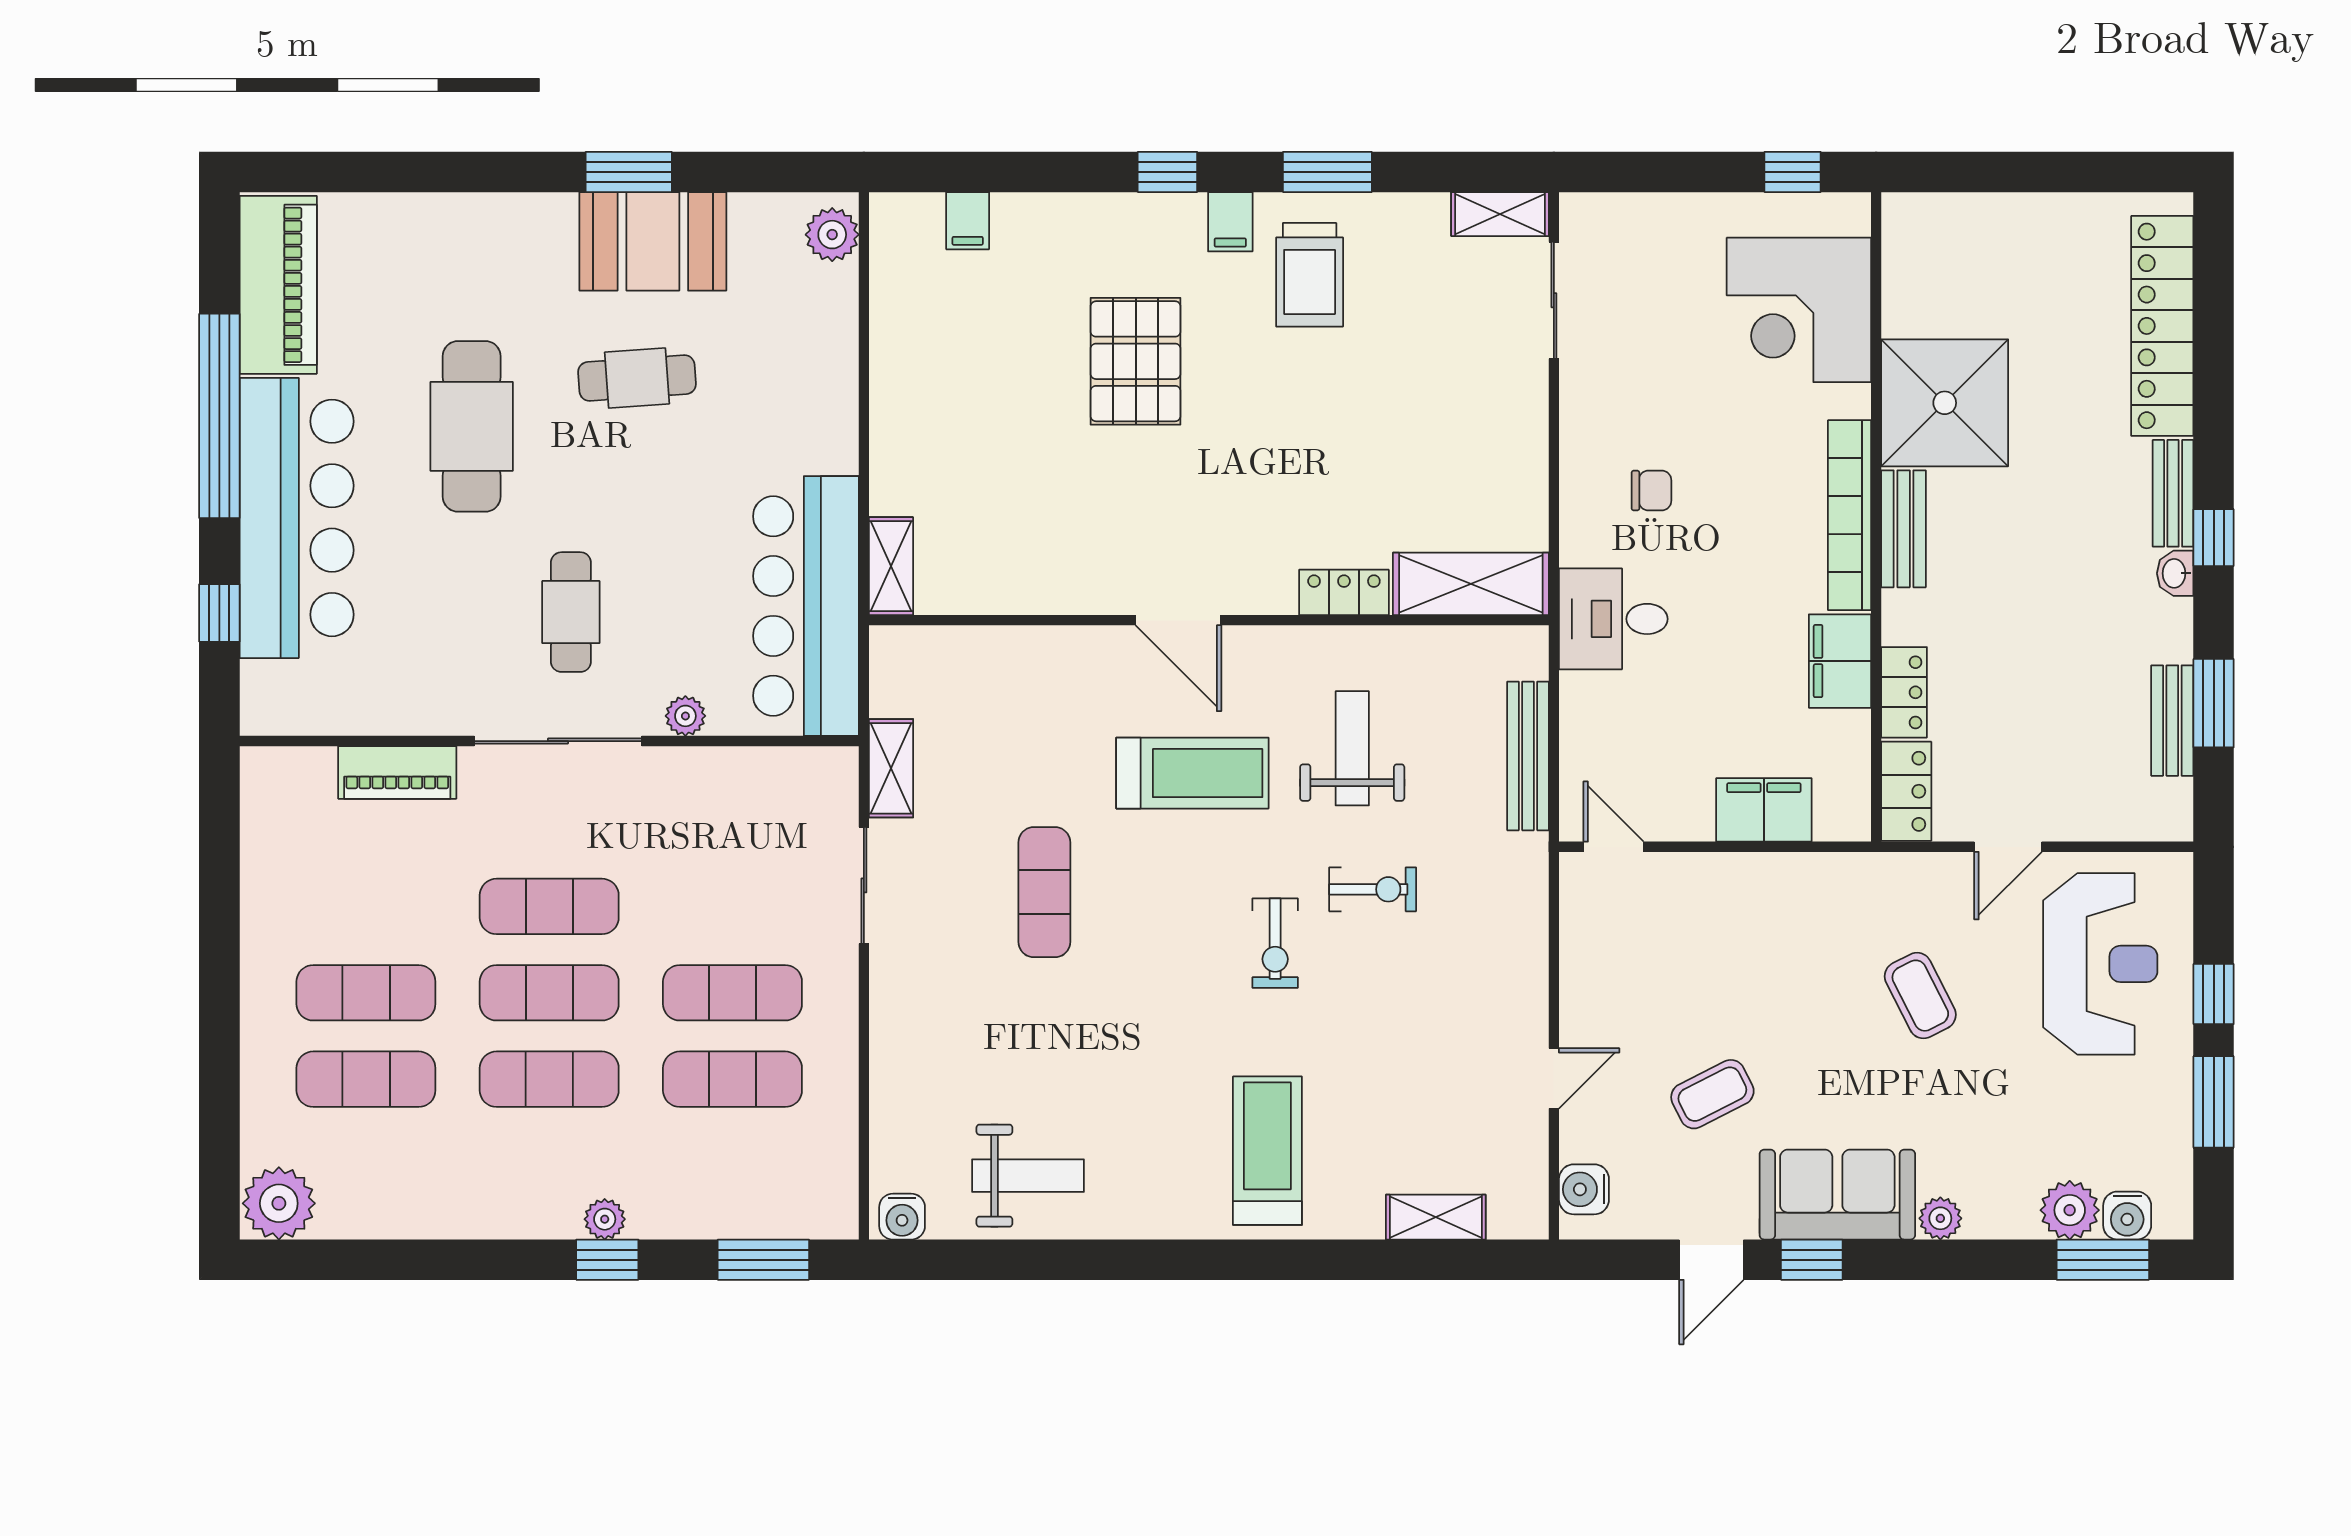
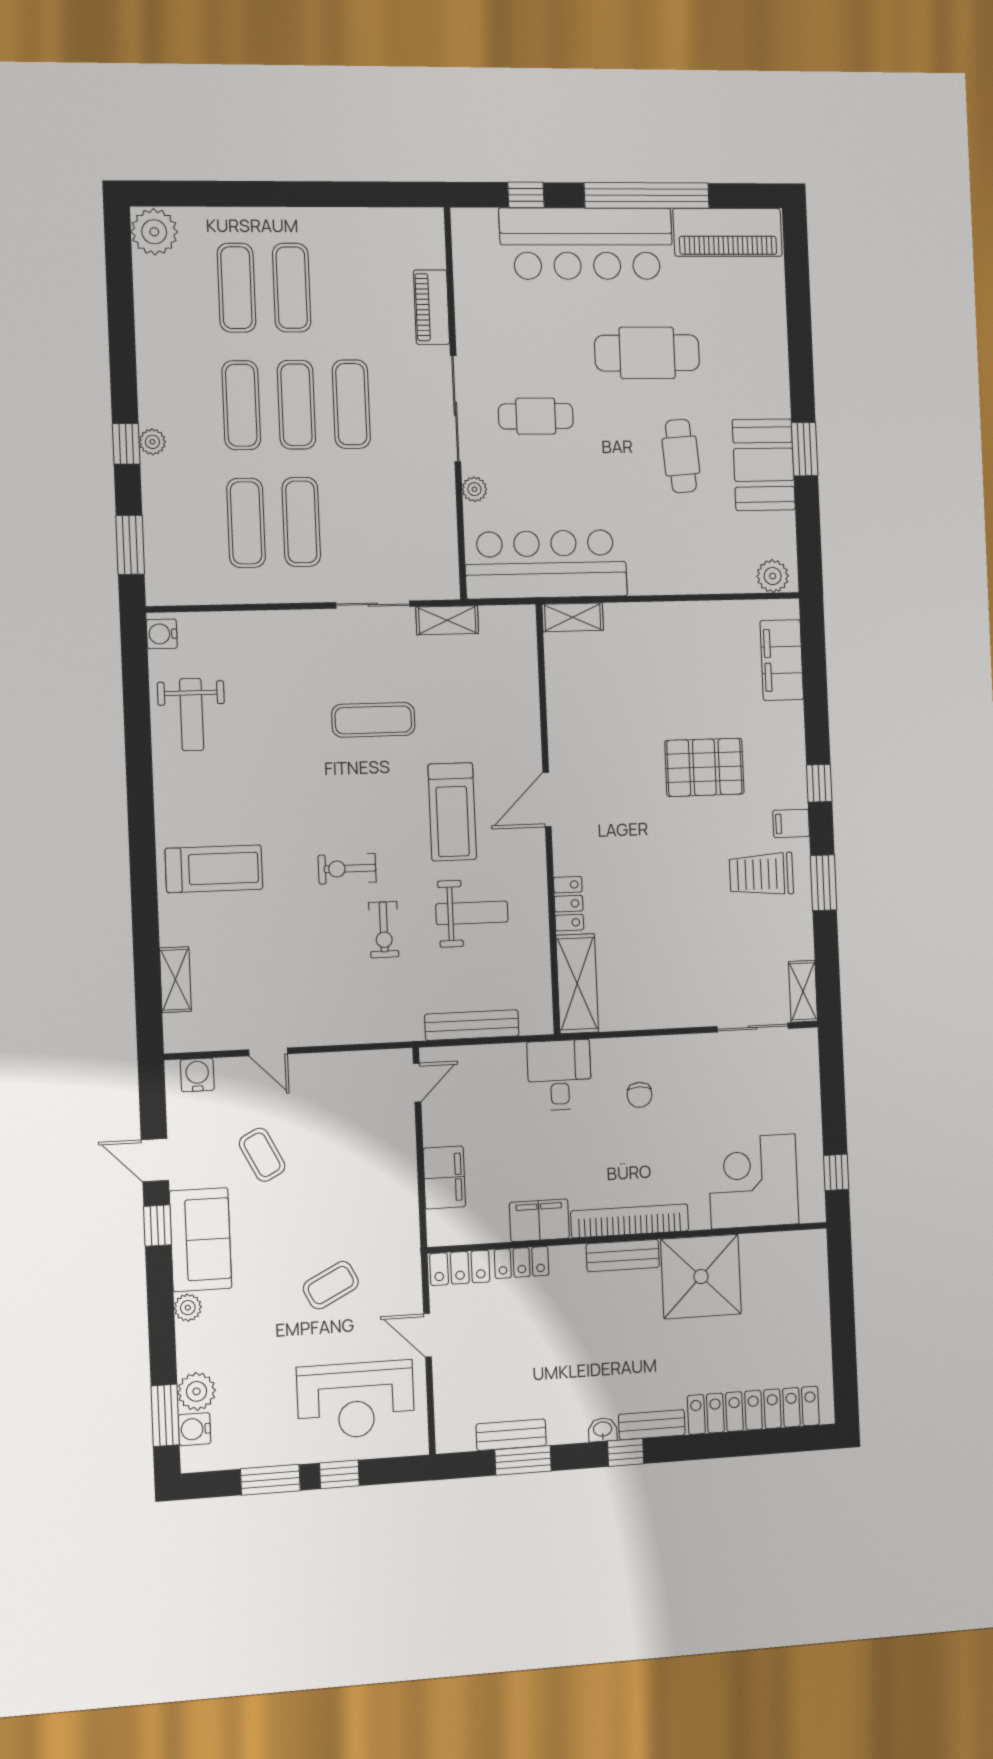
filing cabinet: (968, 221) -> (782, 660), width x3.00, depth x1.17

